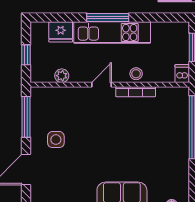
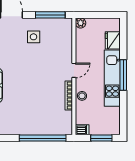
window: (26, 55) -> (96, 15), removed
plant: (62, 76) -> (81, 23), moved
door: (102, 85) -> (74, 70), hinge flipped

